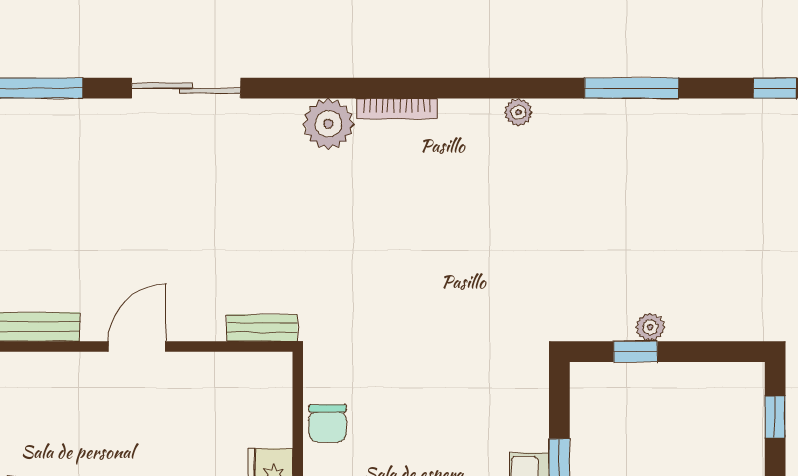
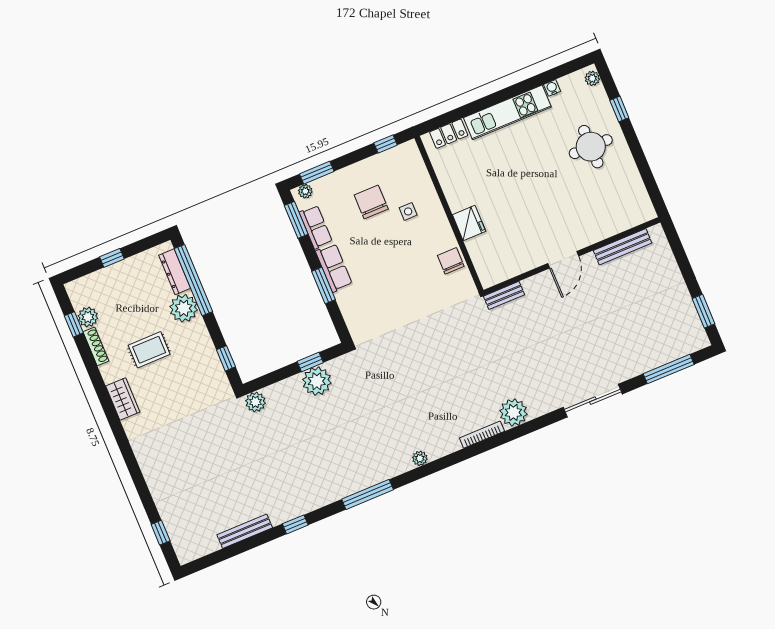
plant: (756, 323) -> (255, 402), added
plant: (650, 327) -> (317, 381), width x1.87, depth x1.87

